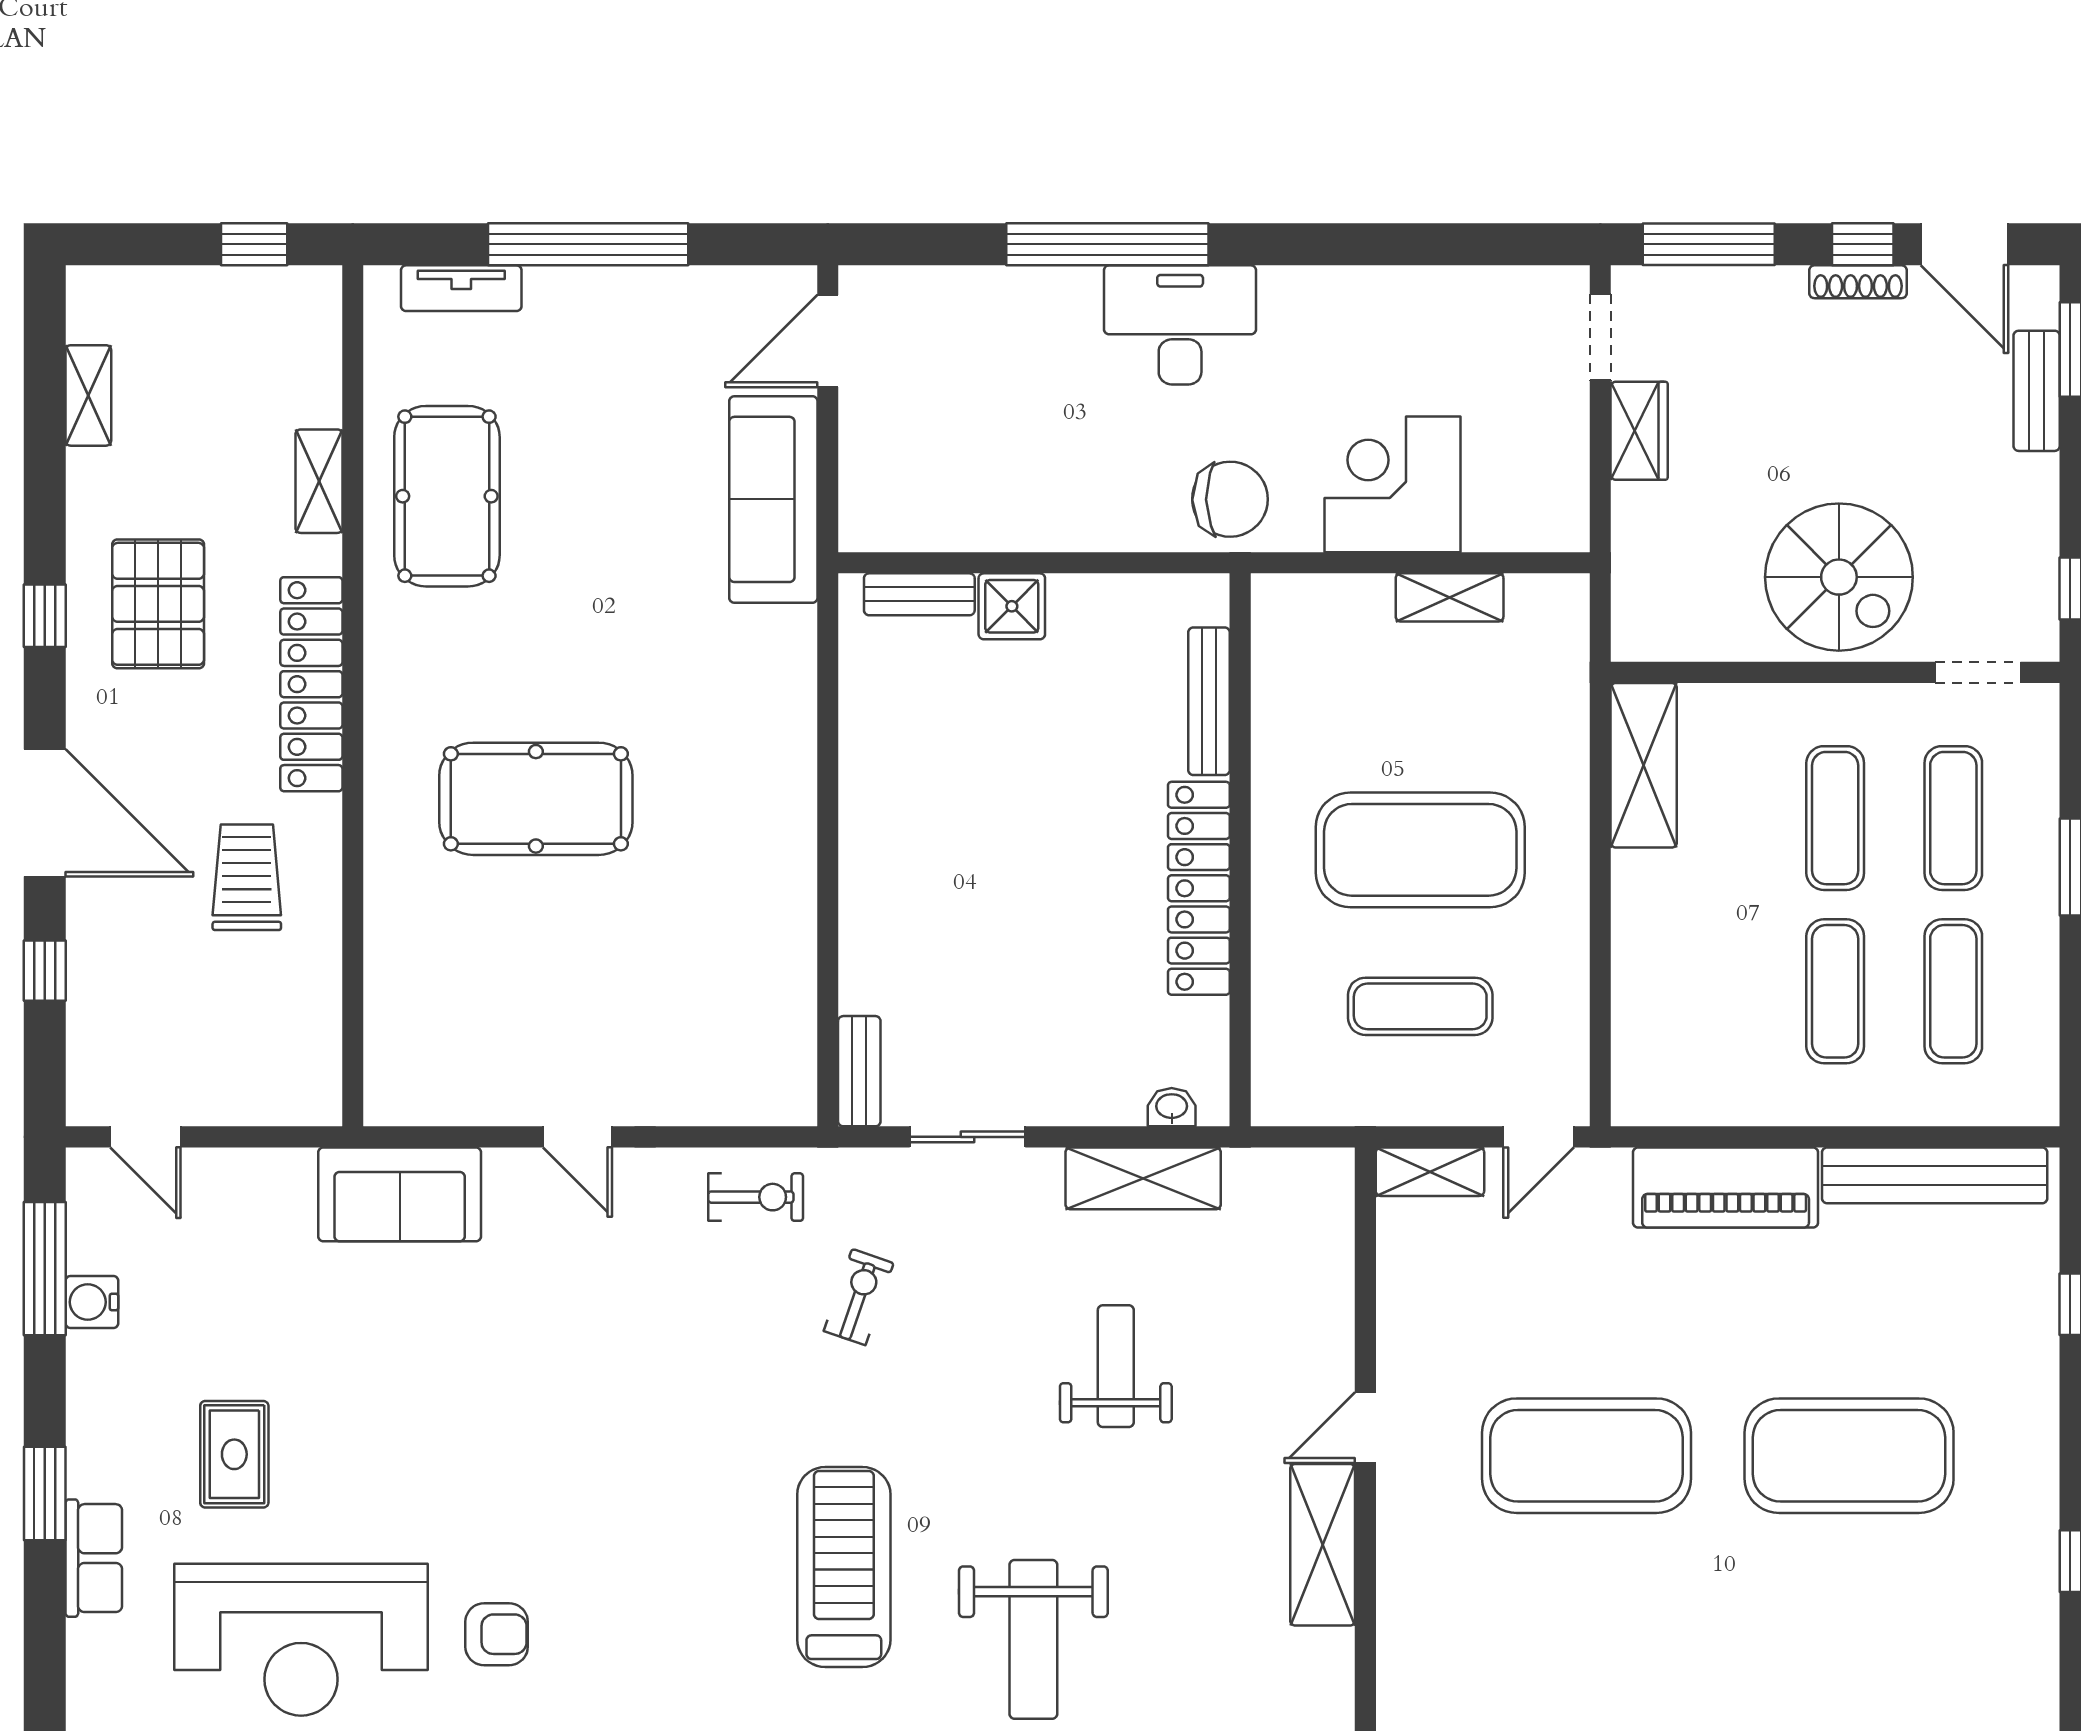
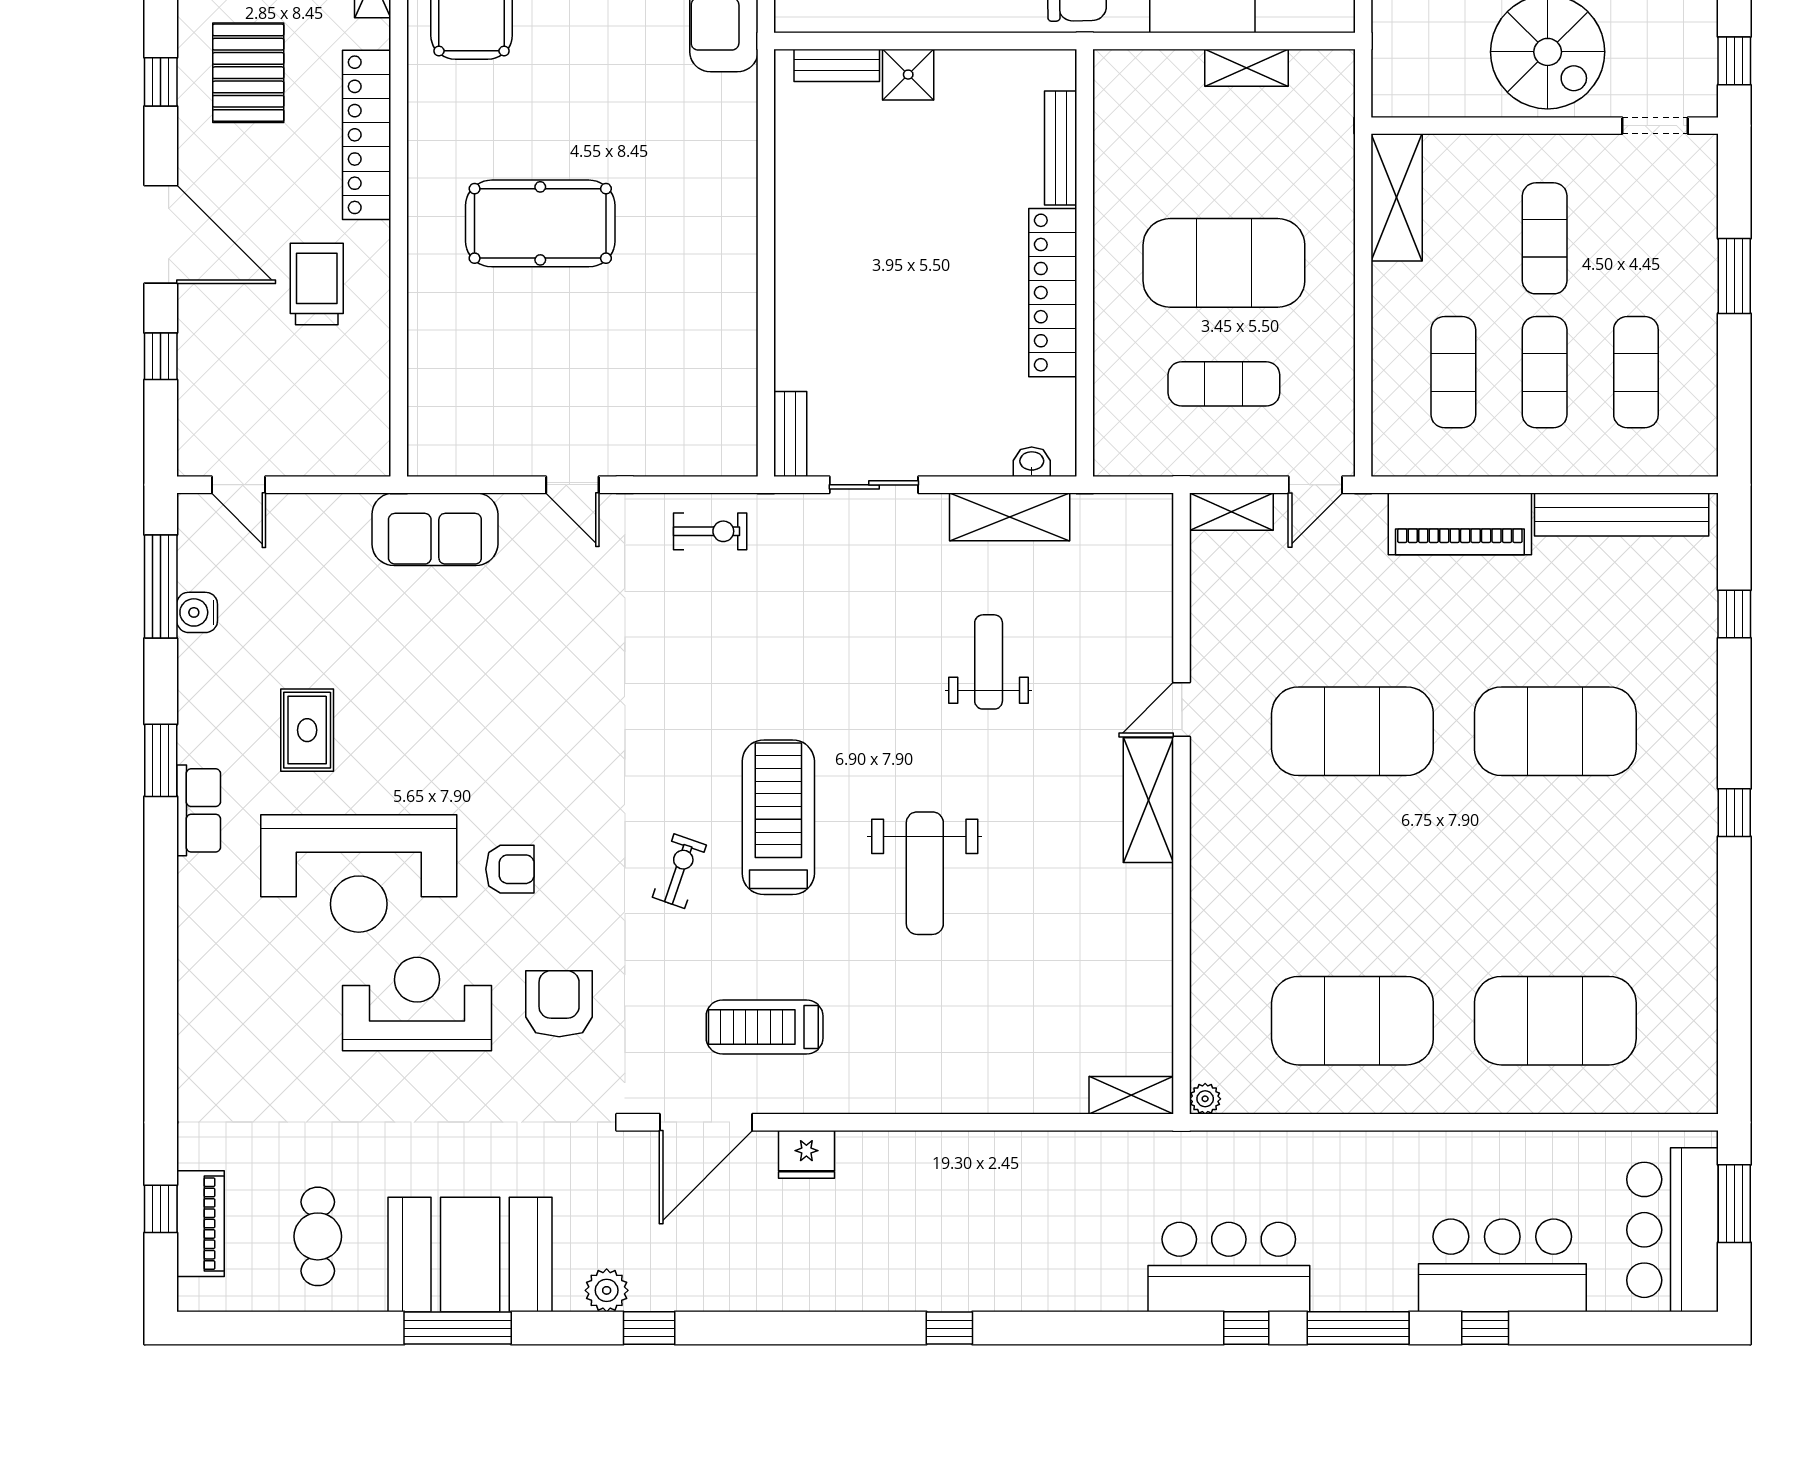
exercise mat: (1953, 818) -> (1453, 372), moved
exercise bike: (859, 1297) -> (679, 871), moved

